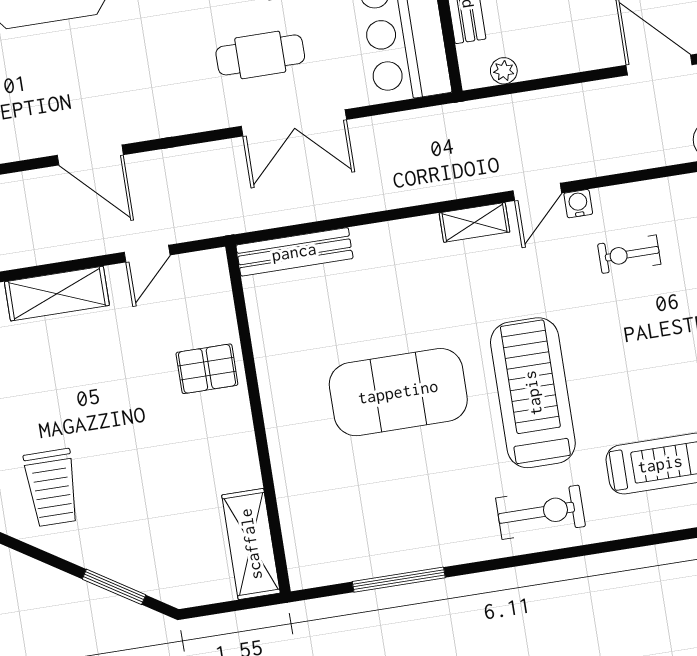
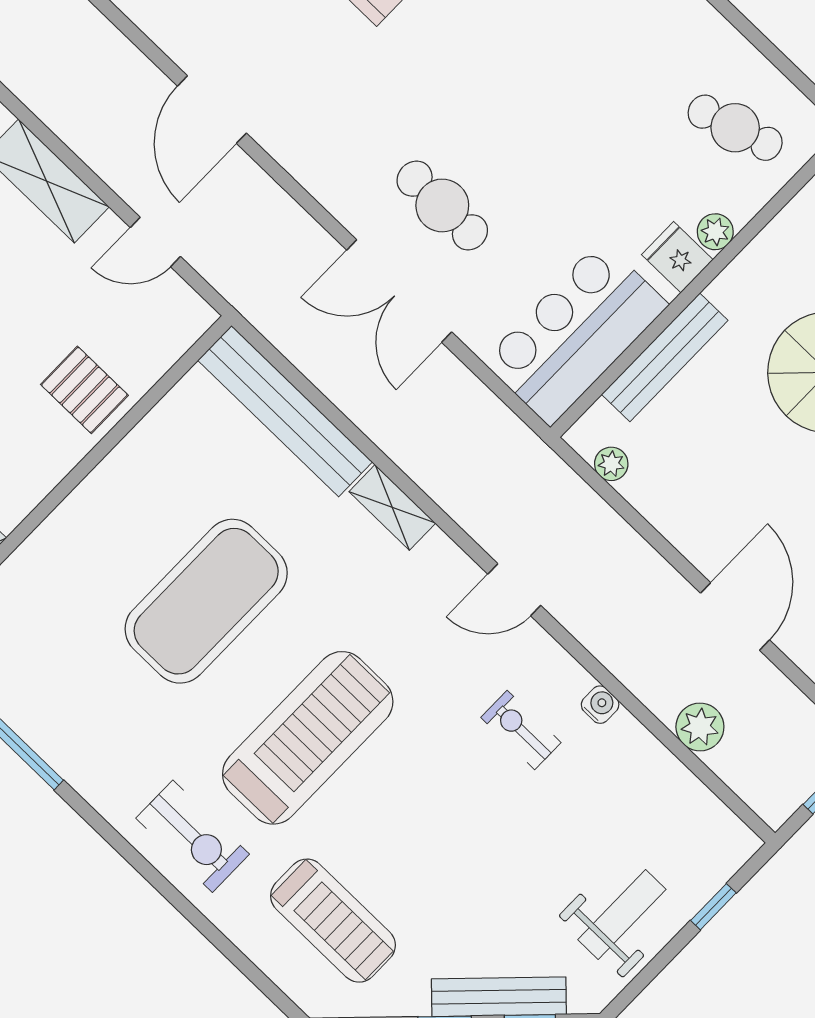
water cooler: (578, 204) -> (600, 705), moved
shelving: (474, 222) -> (392, 507), moved
bench: (294, 252) -> (285, 411), width x1.37, depth x1.21
exercise mat: (398, 392) -> (206, 601), turned 90

